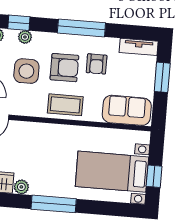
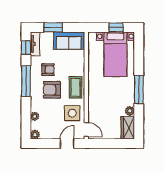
window: (19, 23) -> (26, 47), moved
armchair: (64, 68) -> (52, 90), turned -90
side table: (26, 71) -> (72, 113), moved
sofa: (127, 110) -> (69, 41), moved, turned -90

